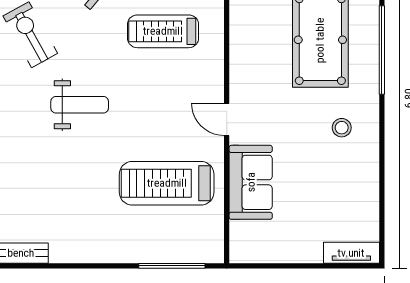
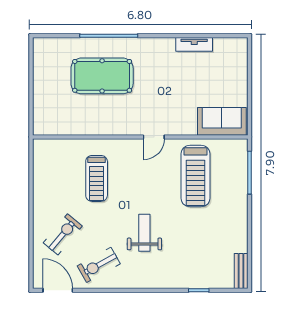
stool: (342, 128) -> (159, 62), removed
sofa: (251, 182) -> (222, 121), moved
tv unit: (351, 253) -> (194, 44), moved, turned -90

